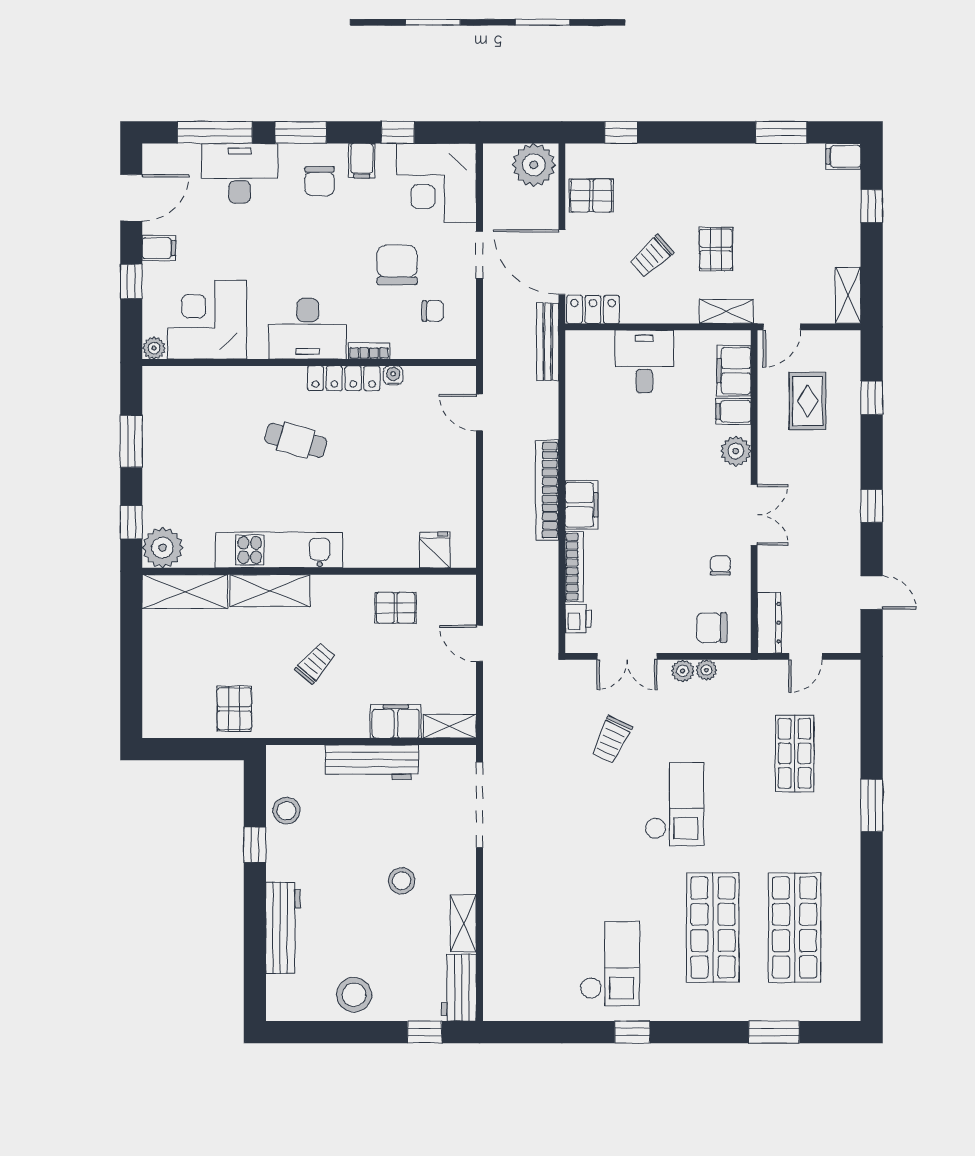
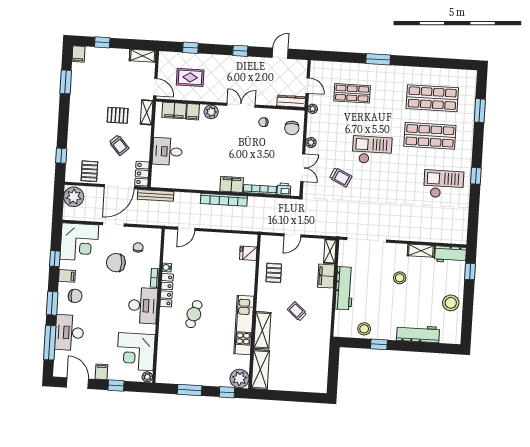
plant: (706, 670) -> (313, 109), moved
pallet: (234, 709) -> (316, 350), removed

